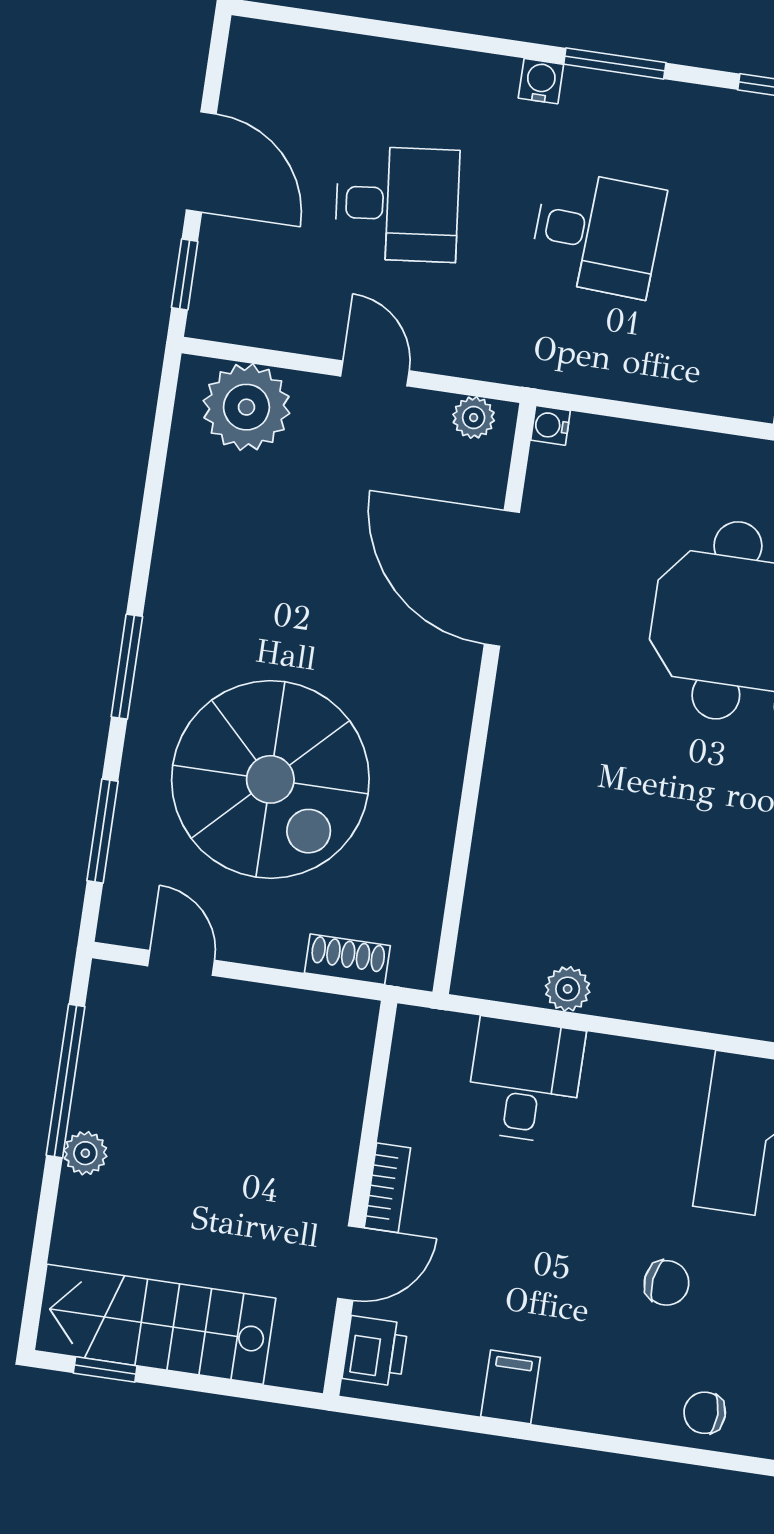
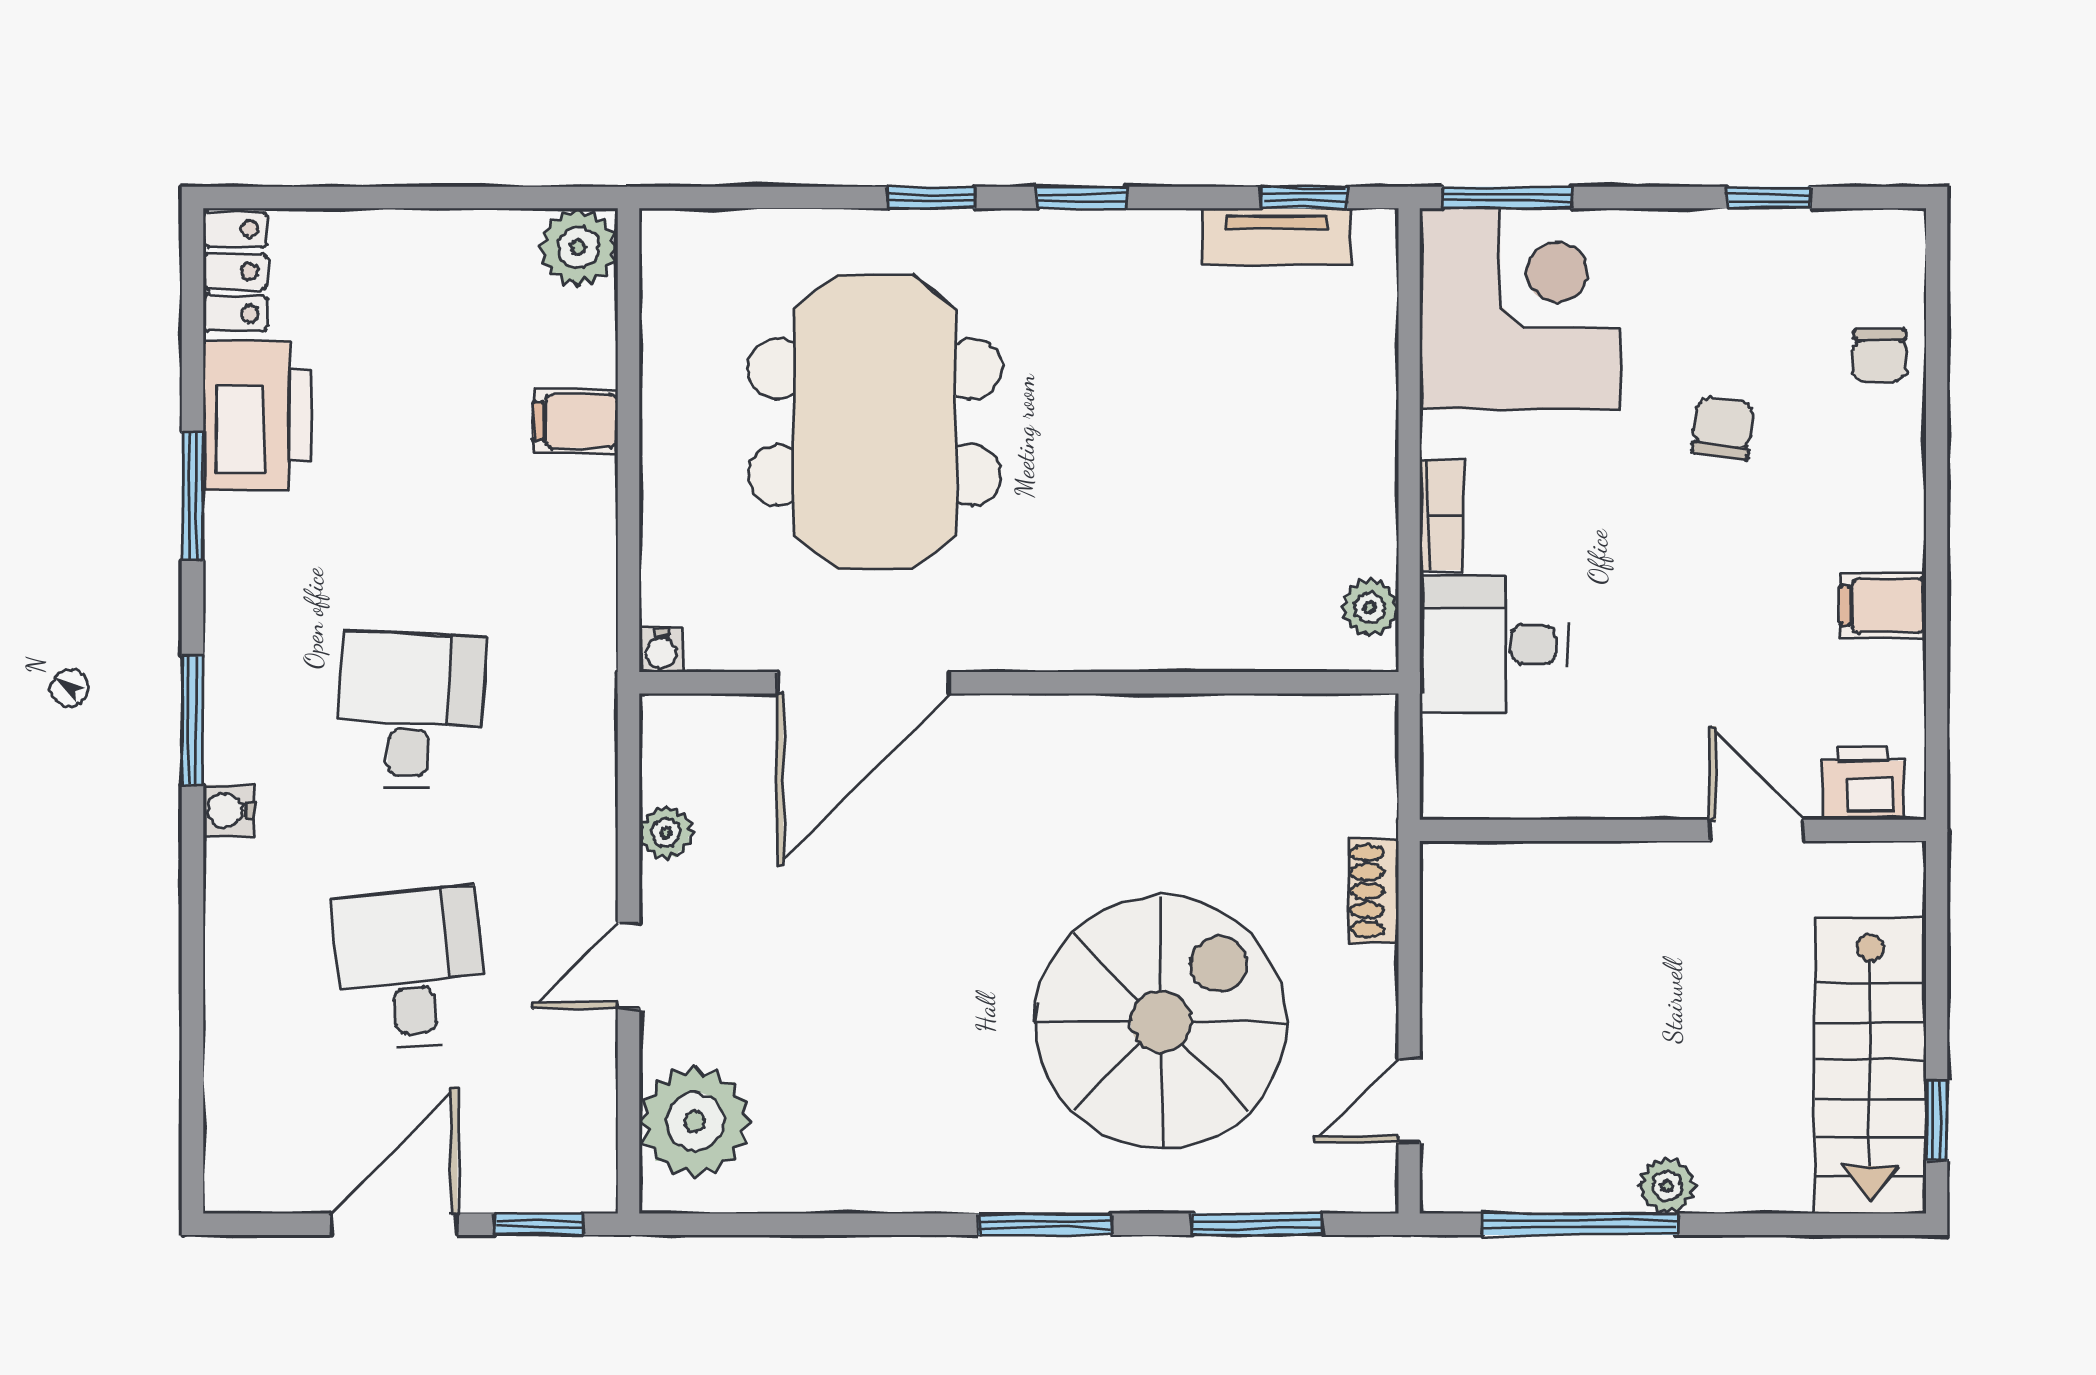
water cooler: (550, 425) -> (661, 650), moved
door: (502, 578) -> (864, 683), moved
wall: (484, 699) -> (1019, 683), moved
bookcase: (387, 1188) -> (1442, 515), moved, turned 90

